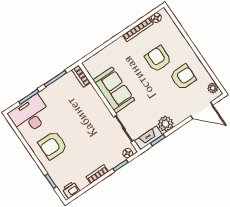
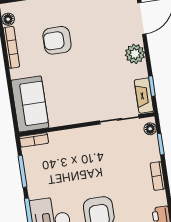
armchair: (183, 77) -> (92, 21), removed
sofa: (114, 90) -> (30, 104), moved, turned 90
plant: (166, 124) -> (135, 54), moved

